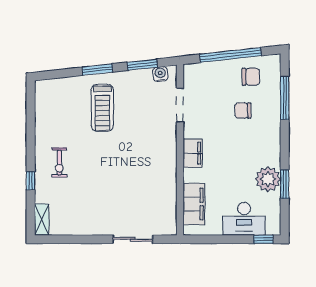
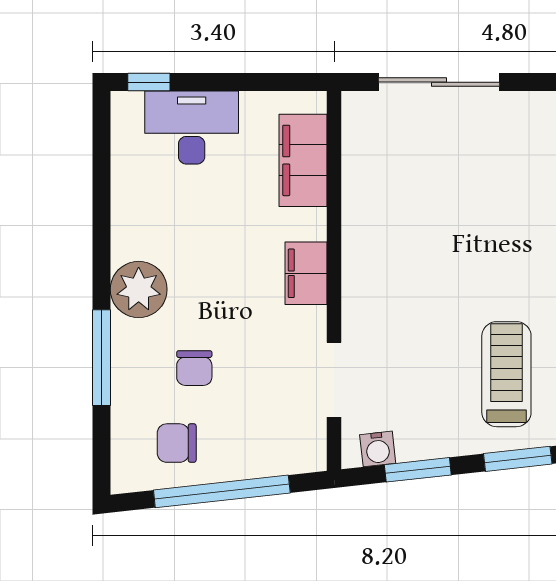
window: (285, 98) -> (102, 358), moved
chair: (243, 110) -> (194, 368), turned 90
plant: (268, 179) -> (139, 289), moved
window: (285, 184) -> (102, 205), removed
sliding door: (133, 239) -> (439, 82), width x1.37

